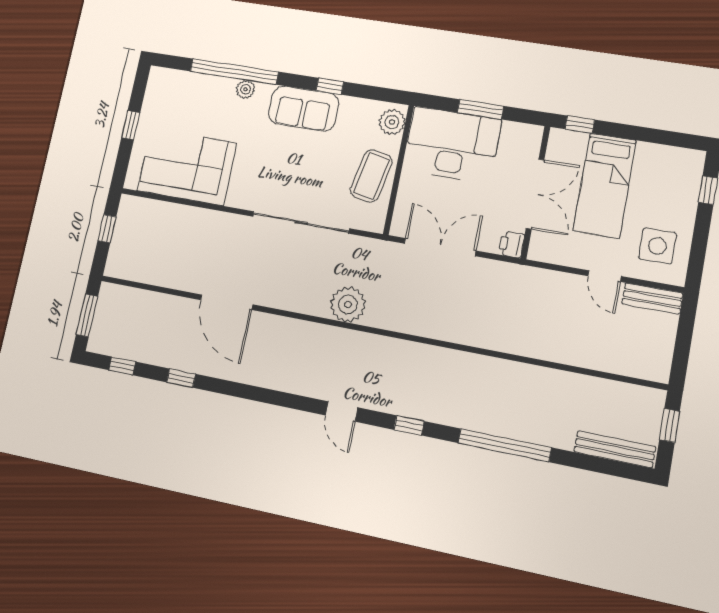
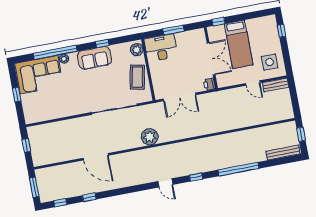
desk: (452, 145) -> (161, 48), width x0.73, depth x0.77
corner sofa: (187, 167) -> (39, 75), moved, turned 180
double door: (440, 247) -> (180, 97), swing flipped

